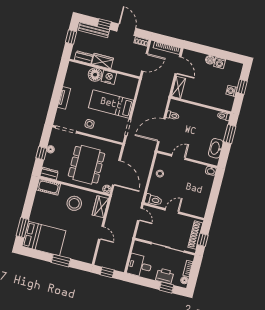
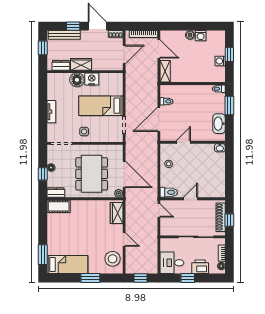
stool: (74, 203) -> (113, 259), moved
bed: (44, 238) -> (67, 264), width x0.67
window: (166, 287) -> (188, 278), moved

